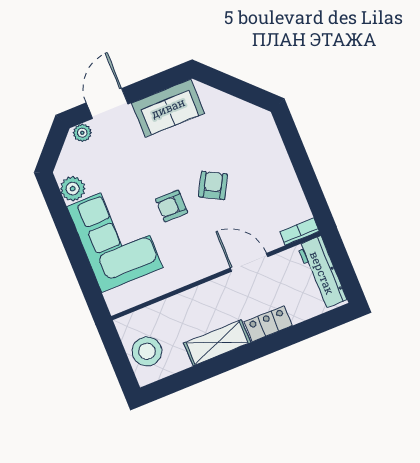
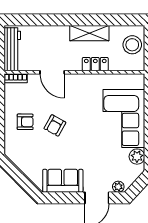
armchair: (172, 206) -> (25, 122), moved
locker: (268, 324) -> (95, 64), moved, turned 180

